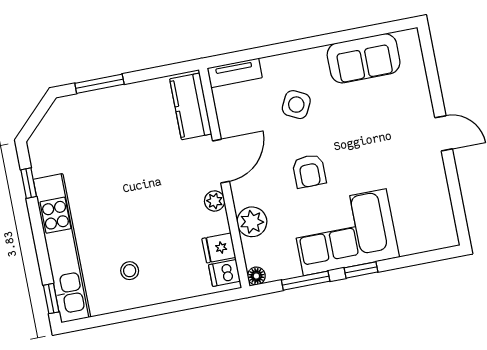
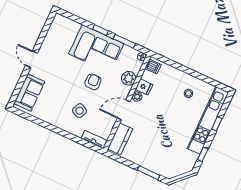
sofa: (364, 58) -> (29, 93), moved, turned 90
fridge: (219, 248) -> (144, 87), moved
window: (51, 299) -> (217, 124), moved

